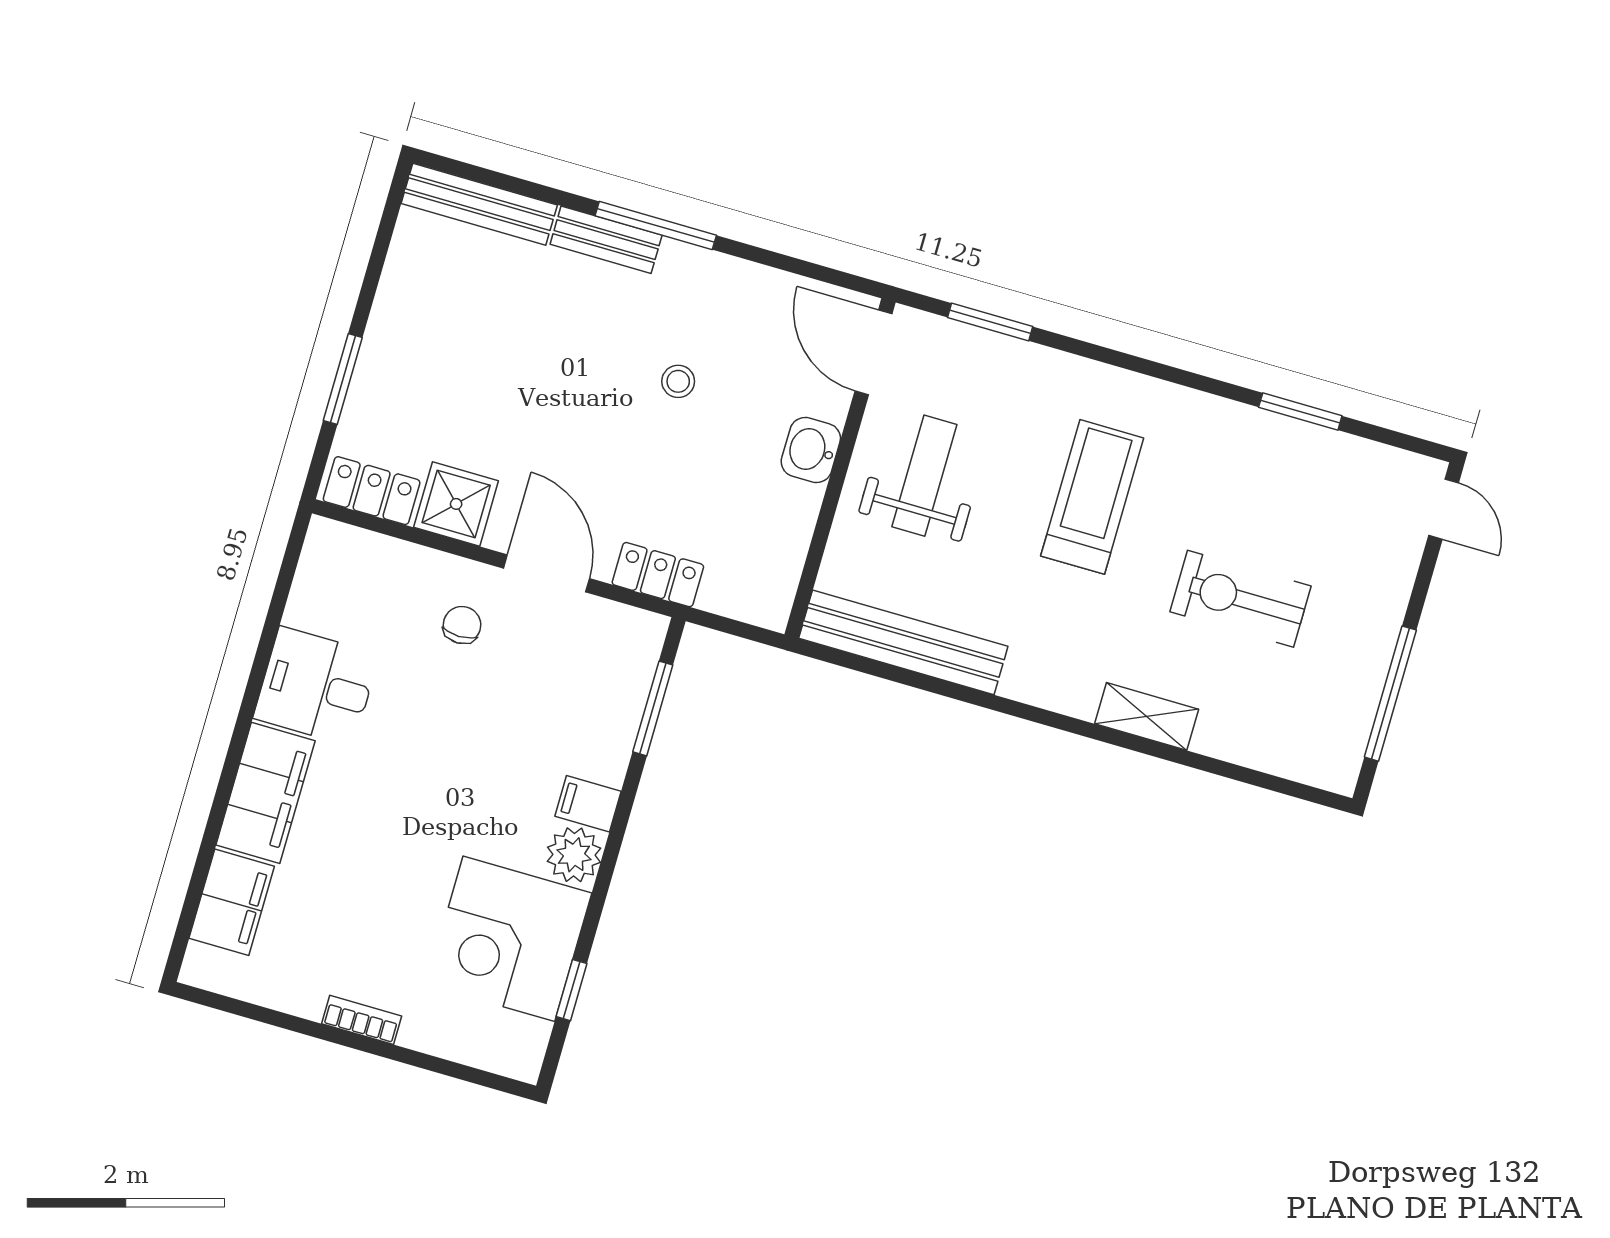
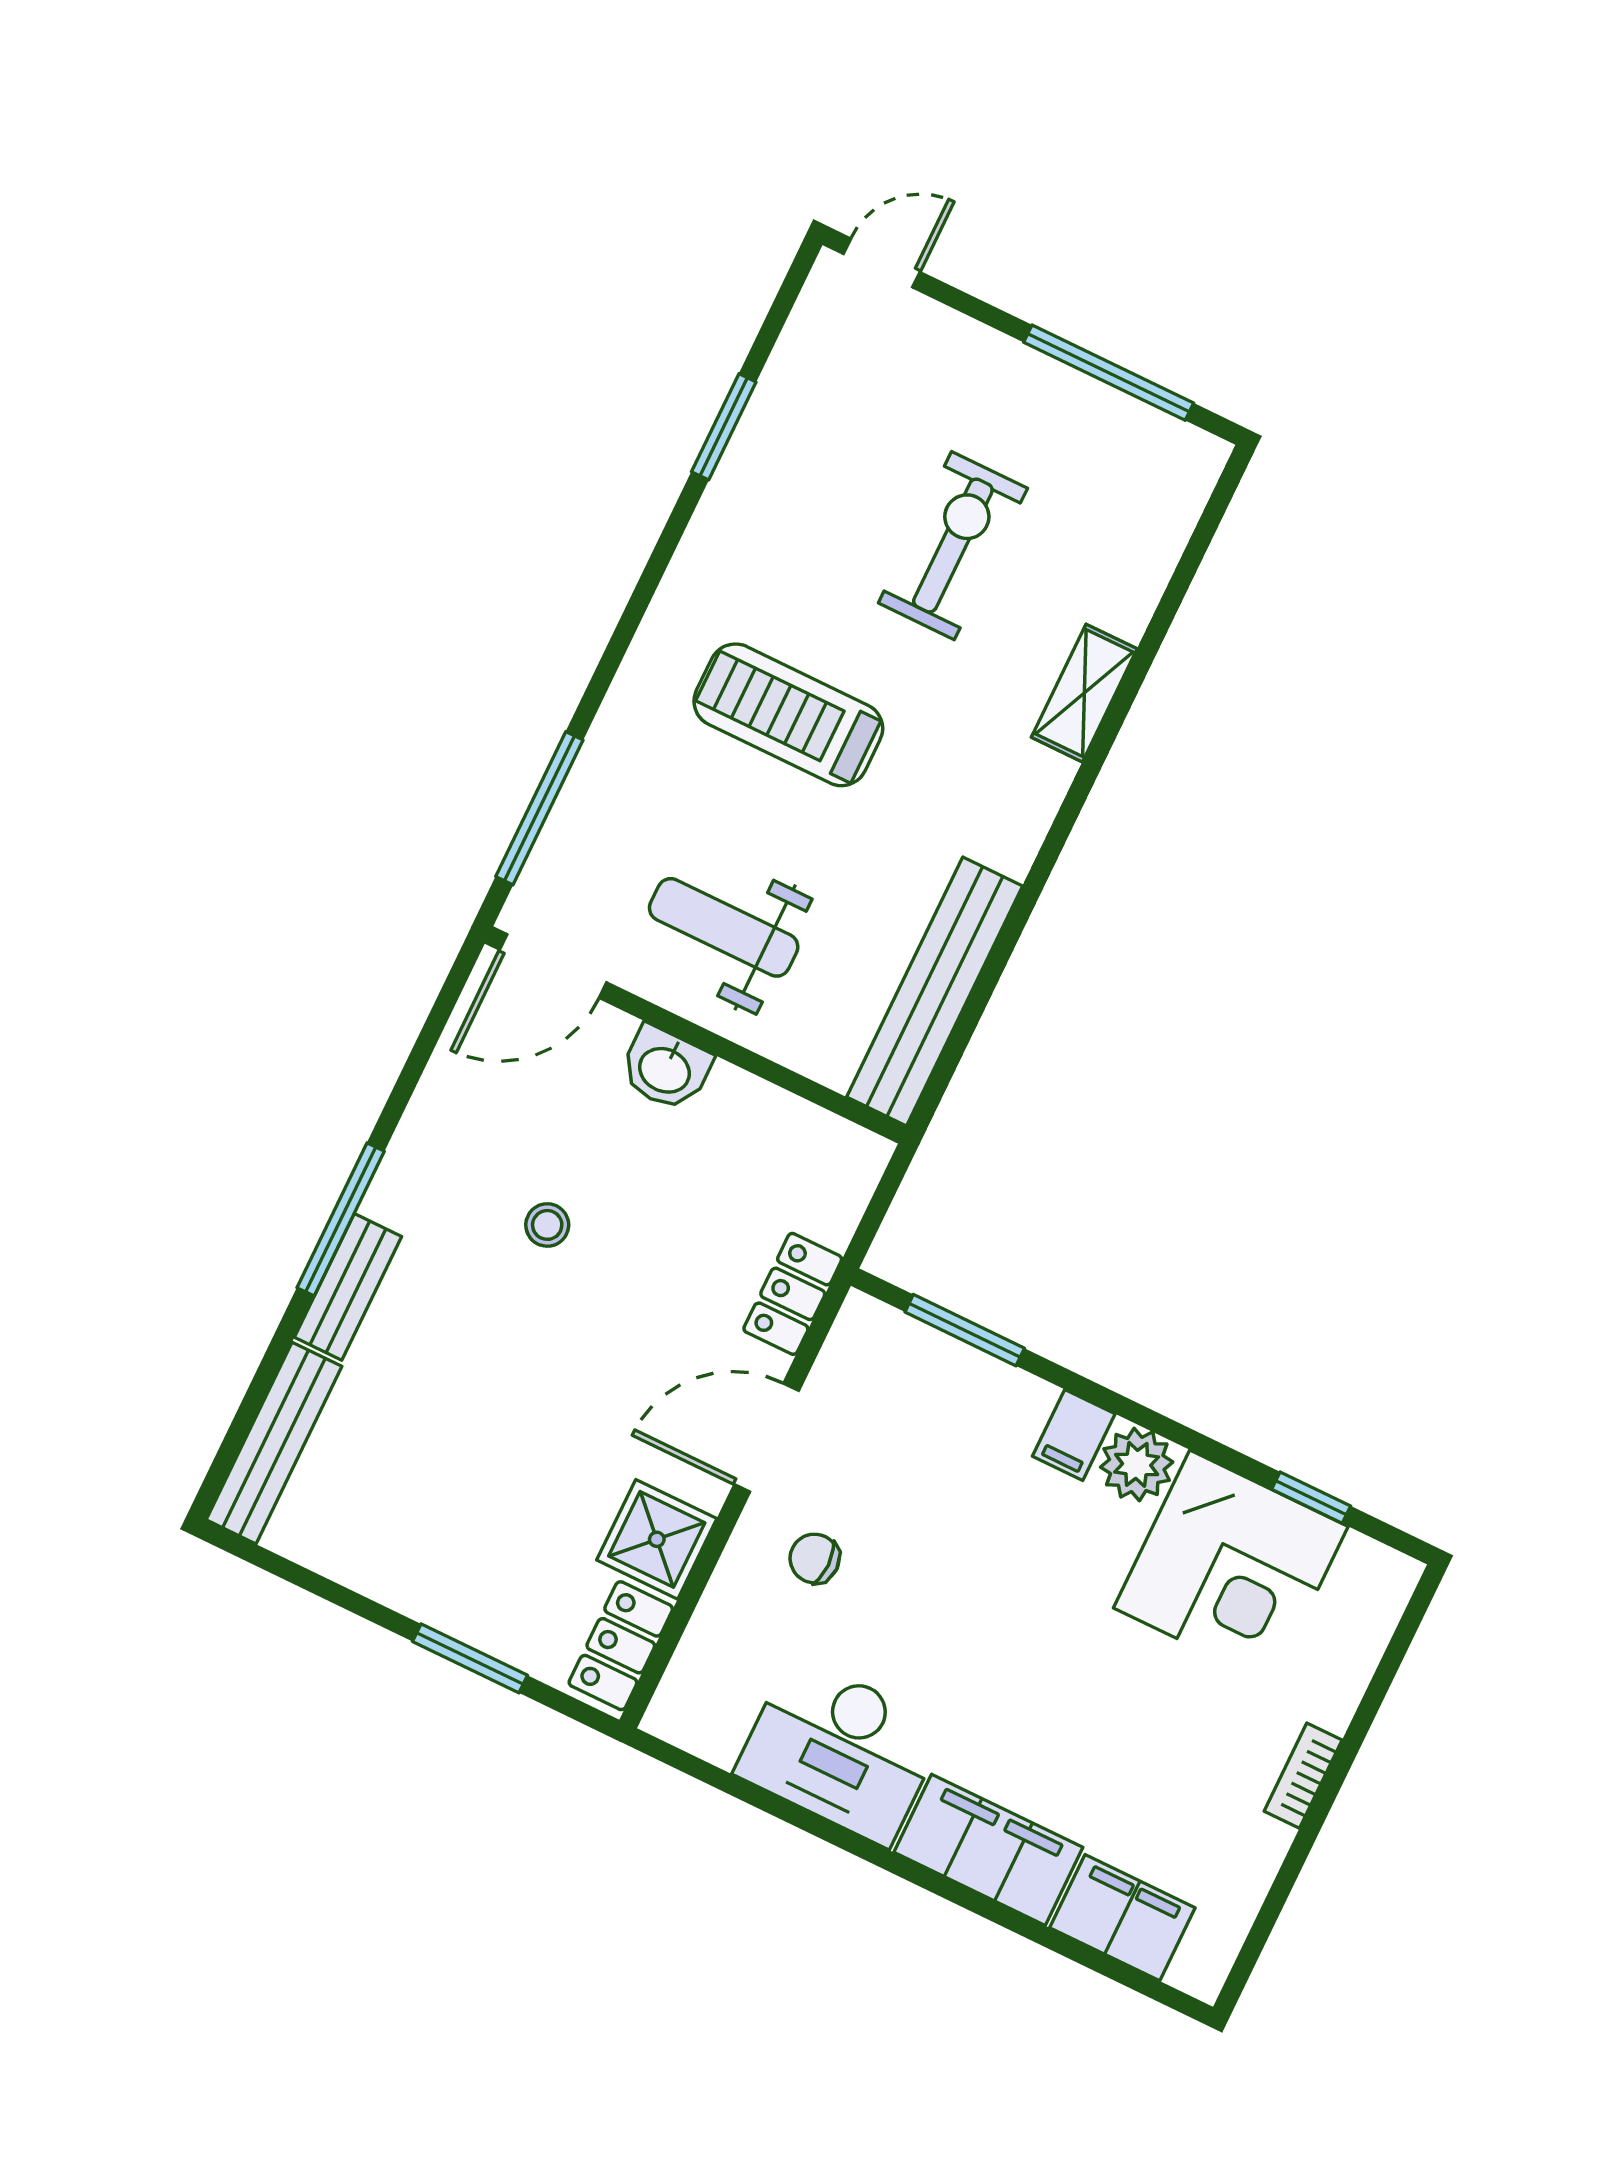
window: (990, 322) -> (539, 808), width x1.44
exercise bike: (1241, 599) -> (953, 546), turned 180
desk: (316, 686) -> (840, 1750), width x1.37

